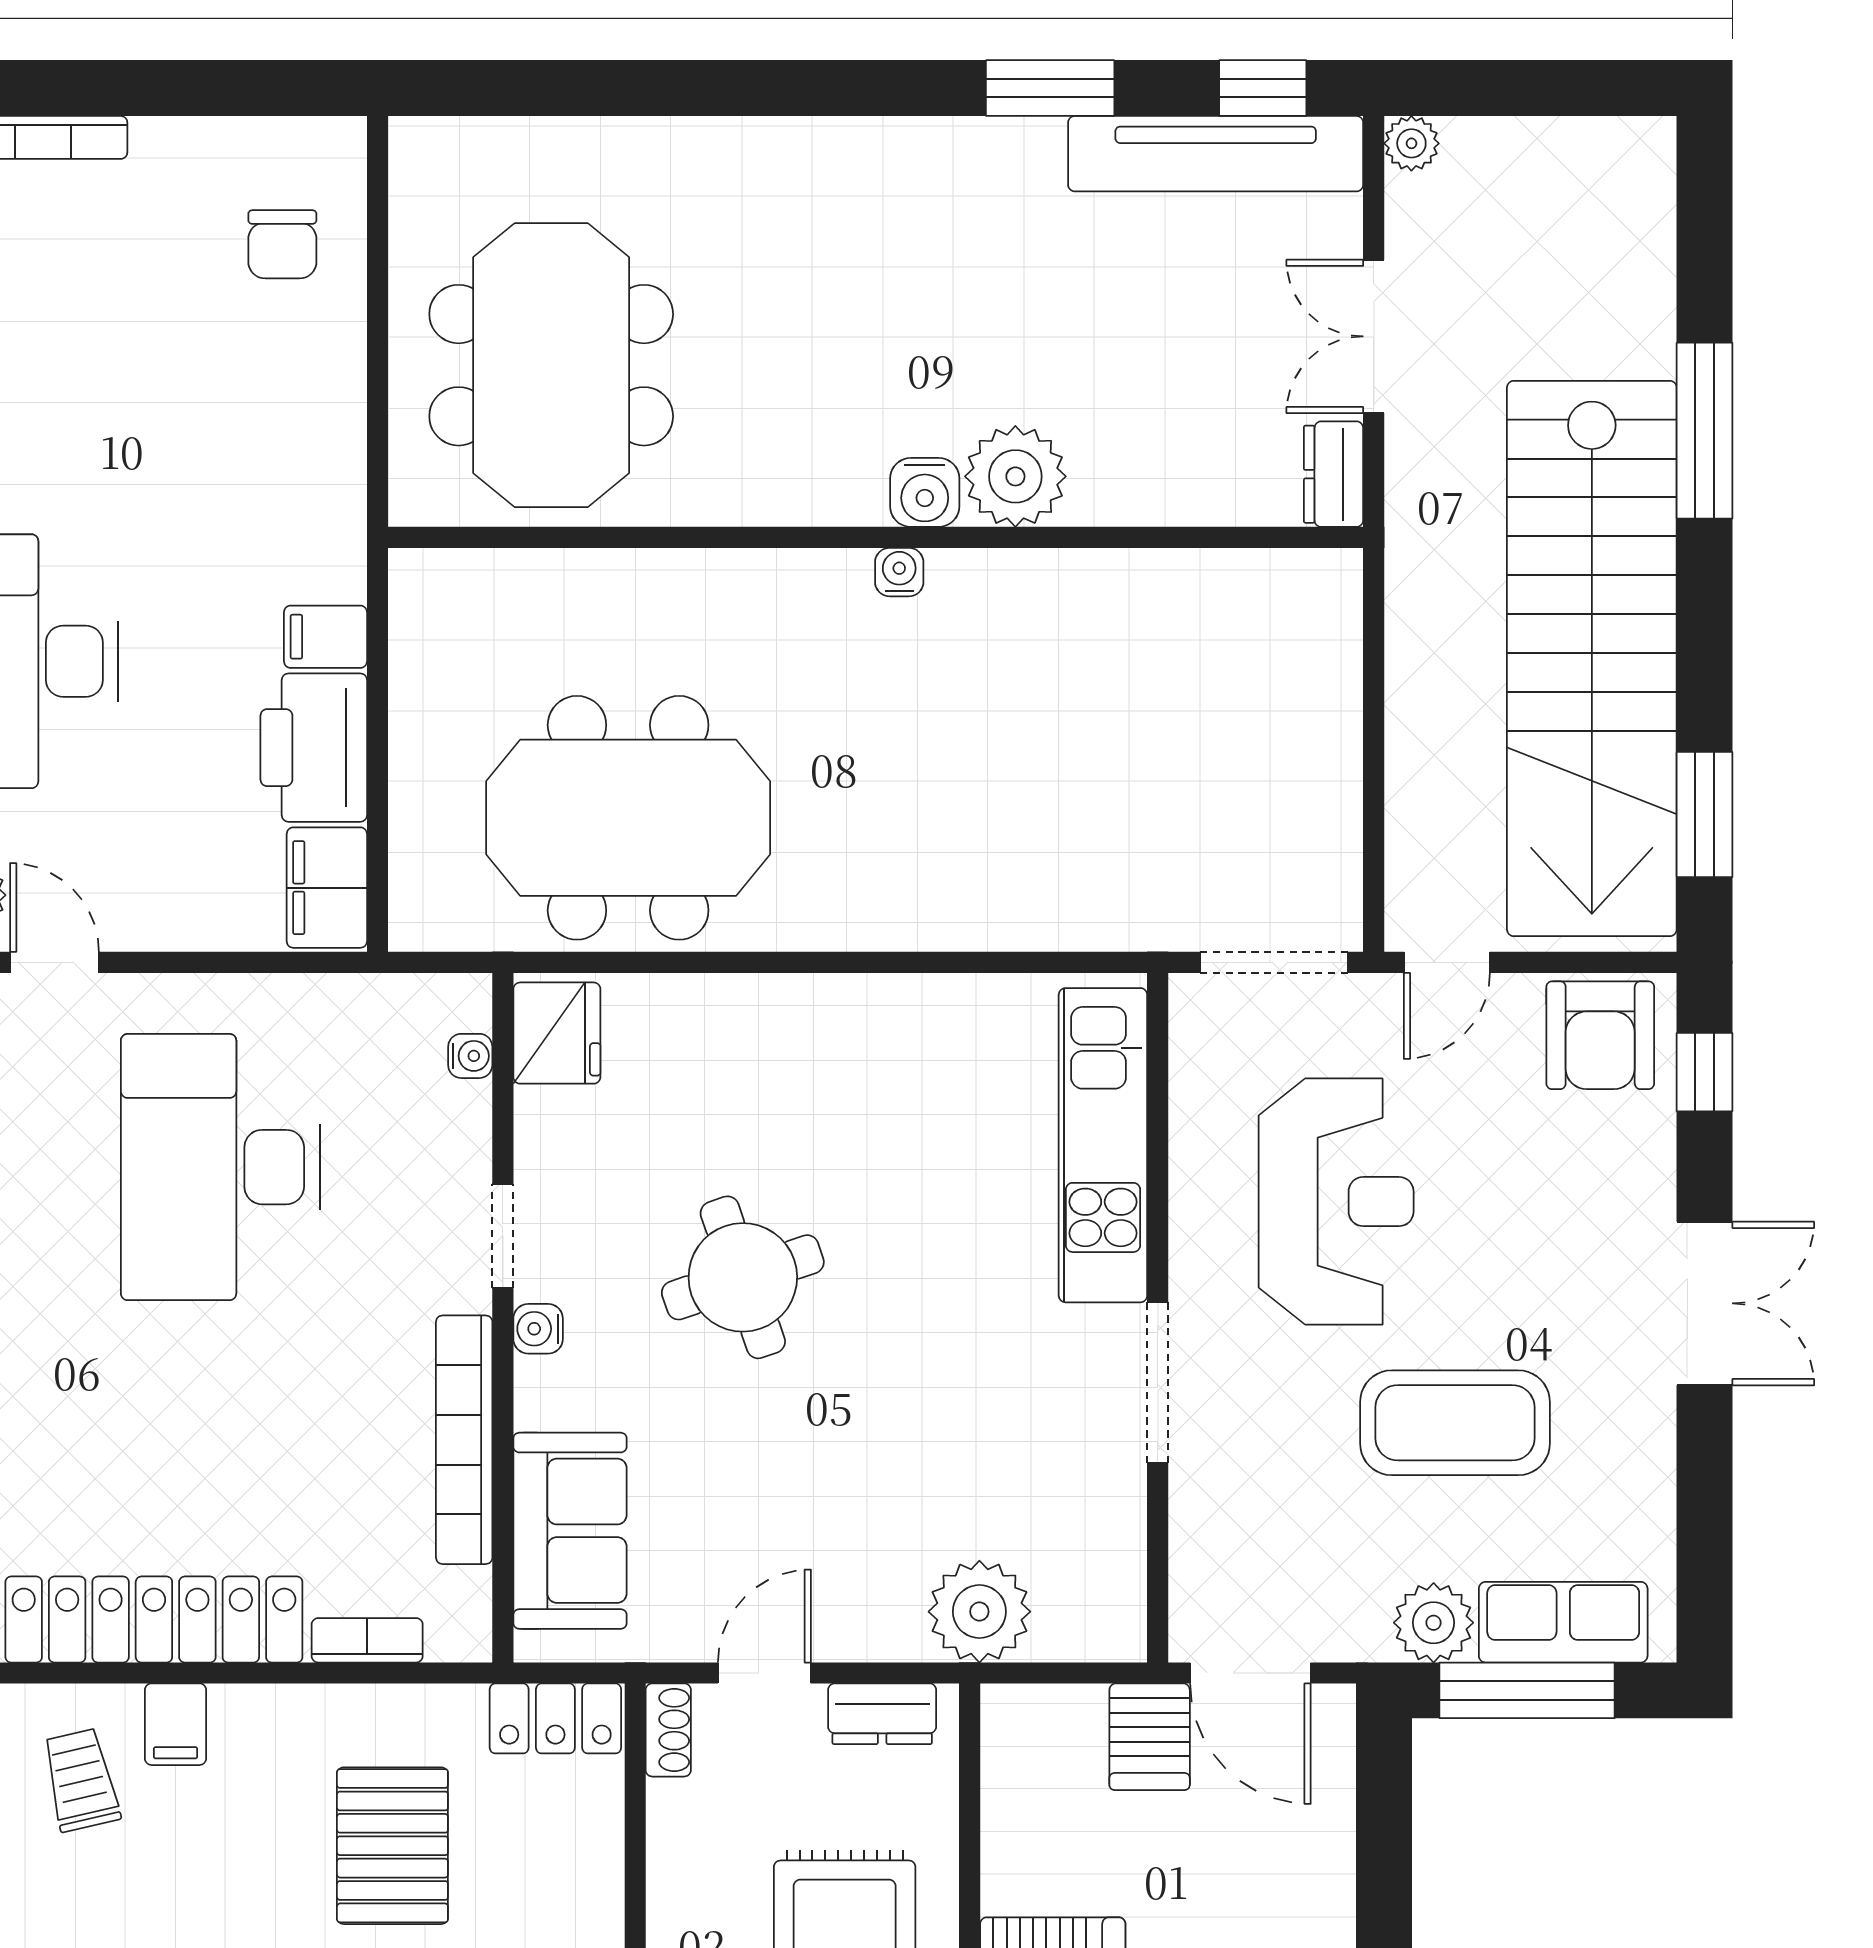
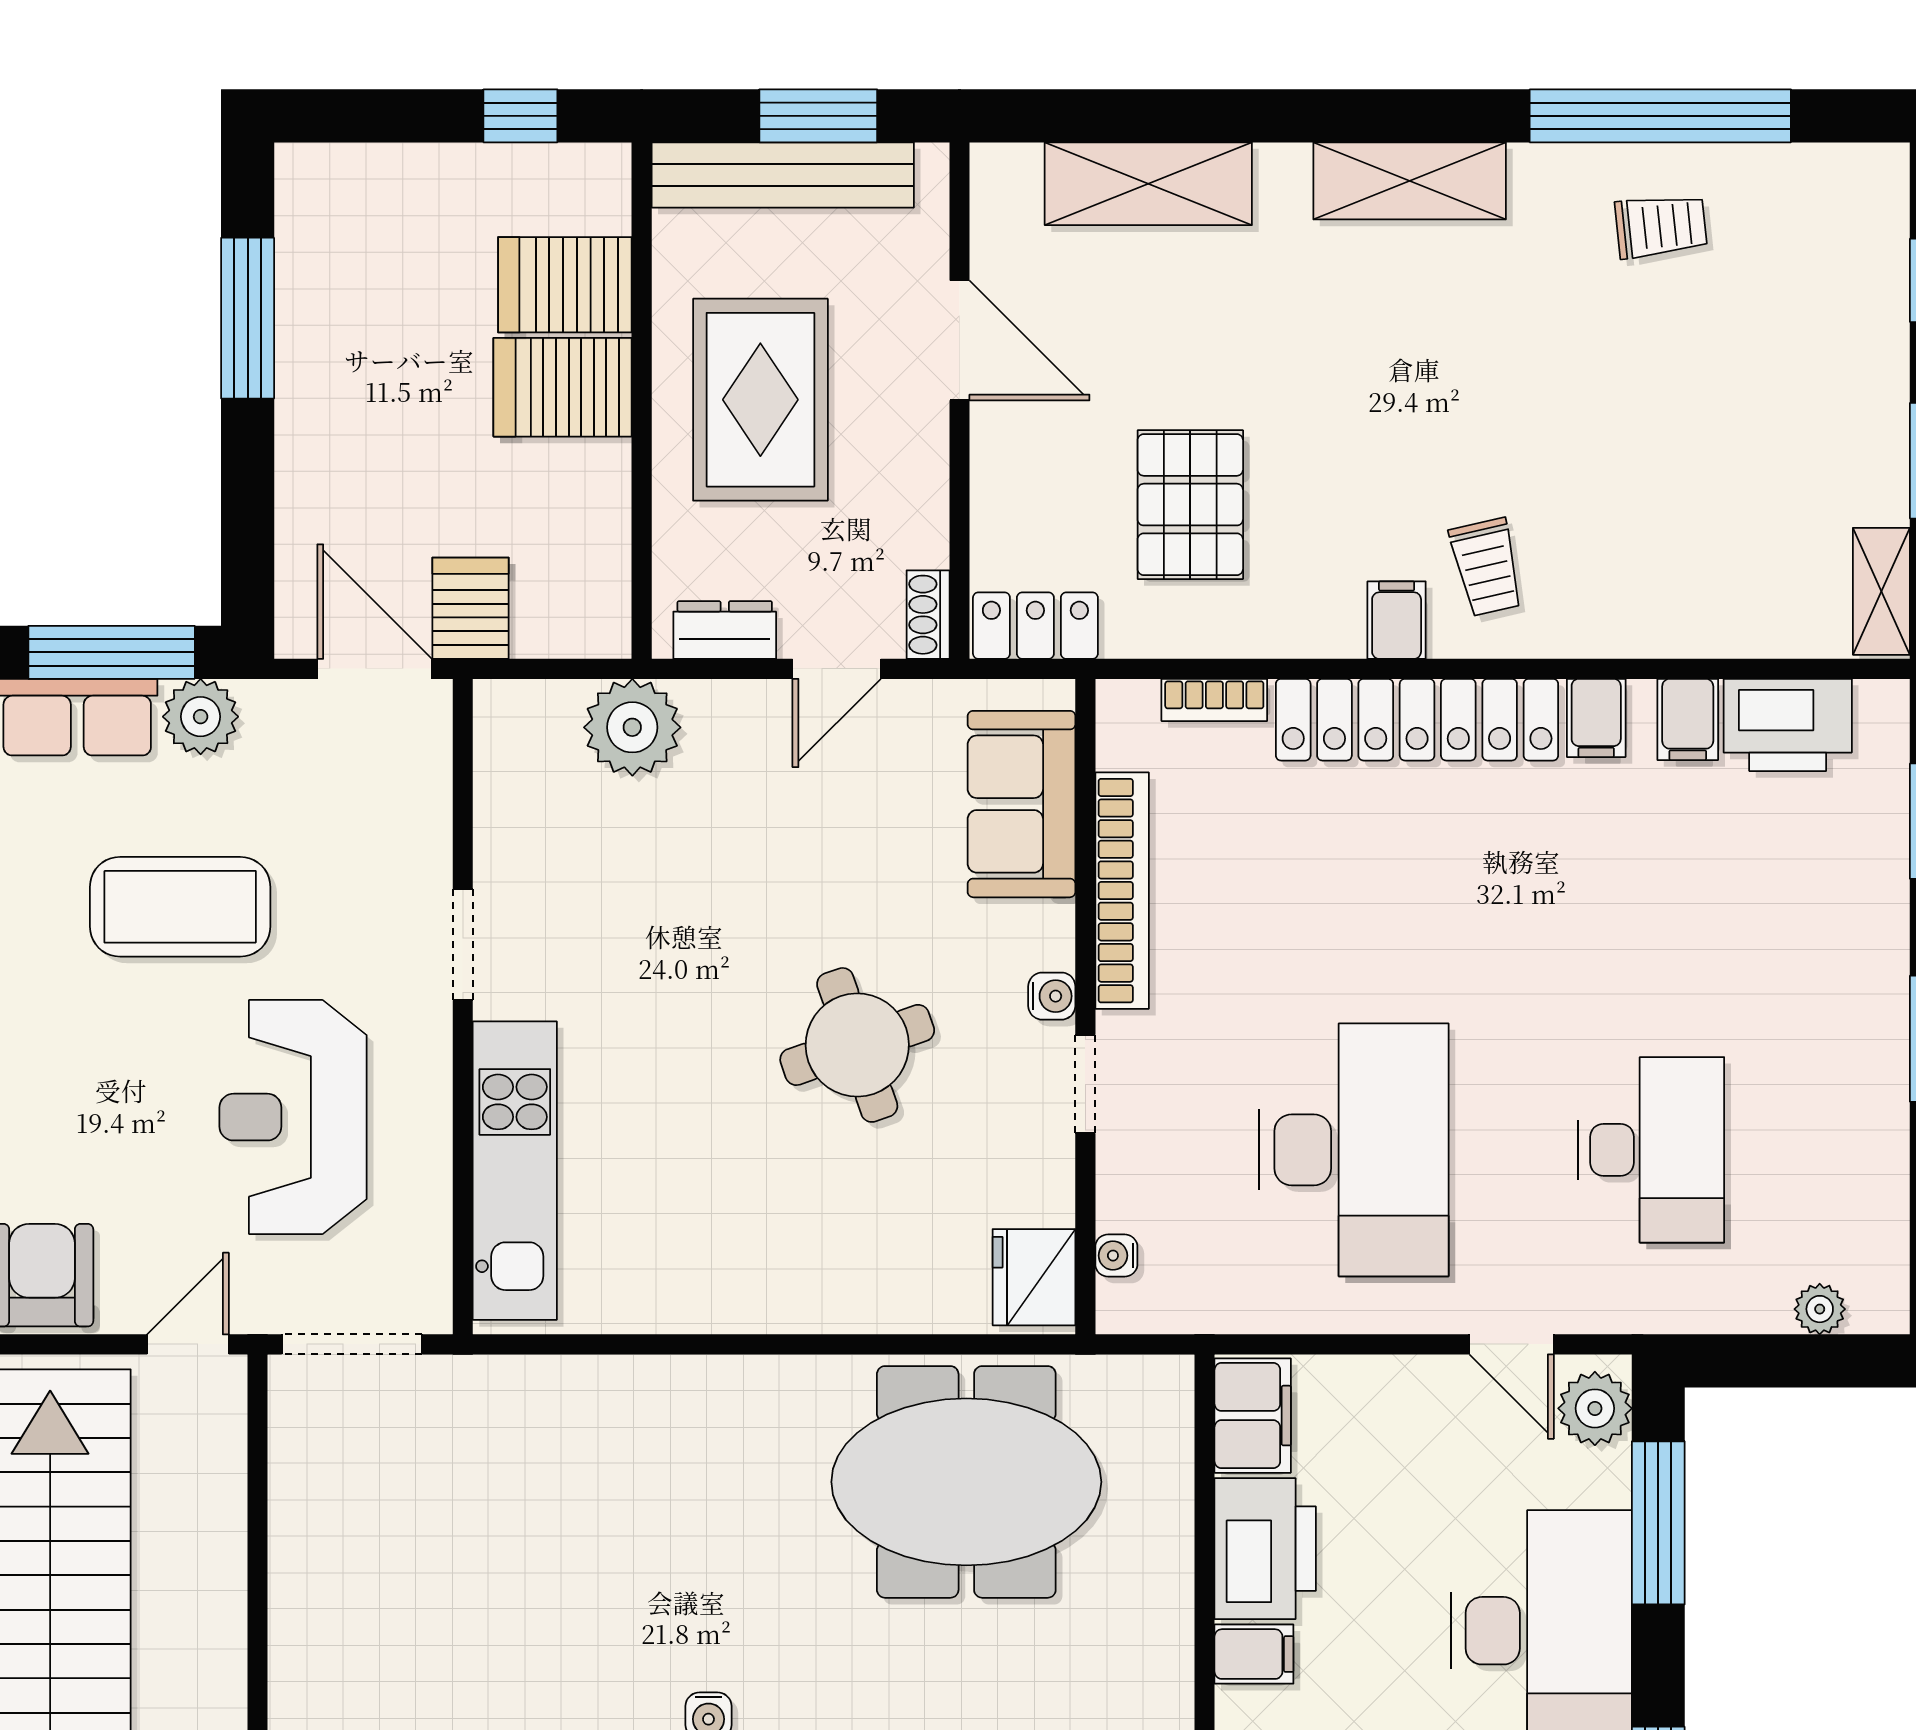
doorway: (1158, 1383) -> (463, 945), width x0.73

